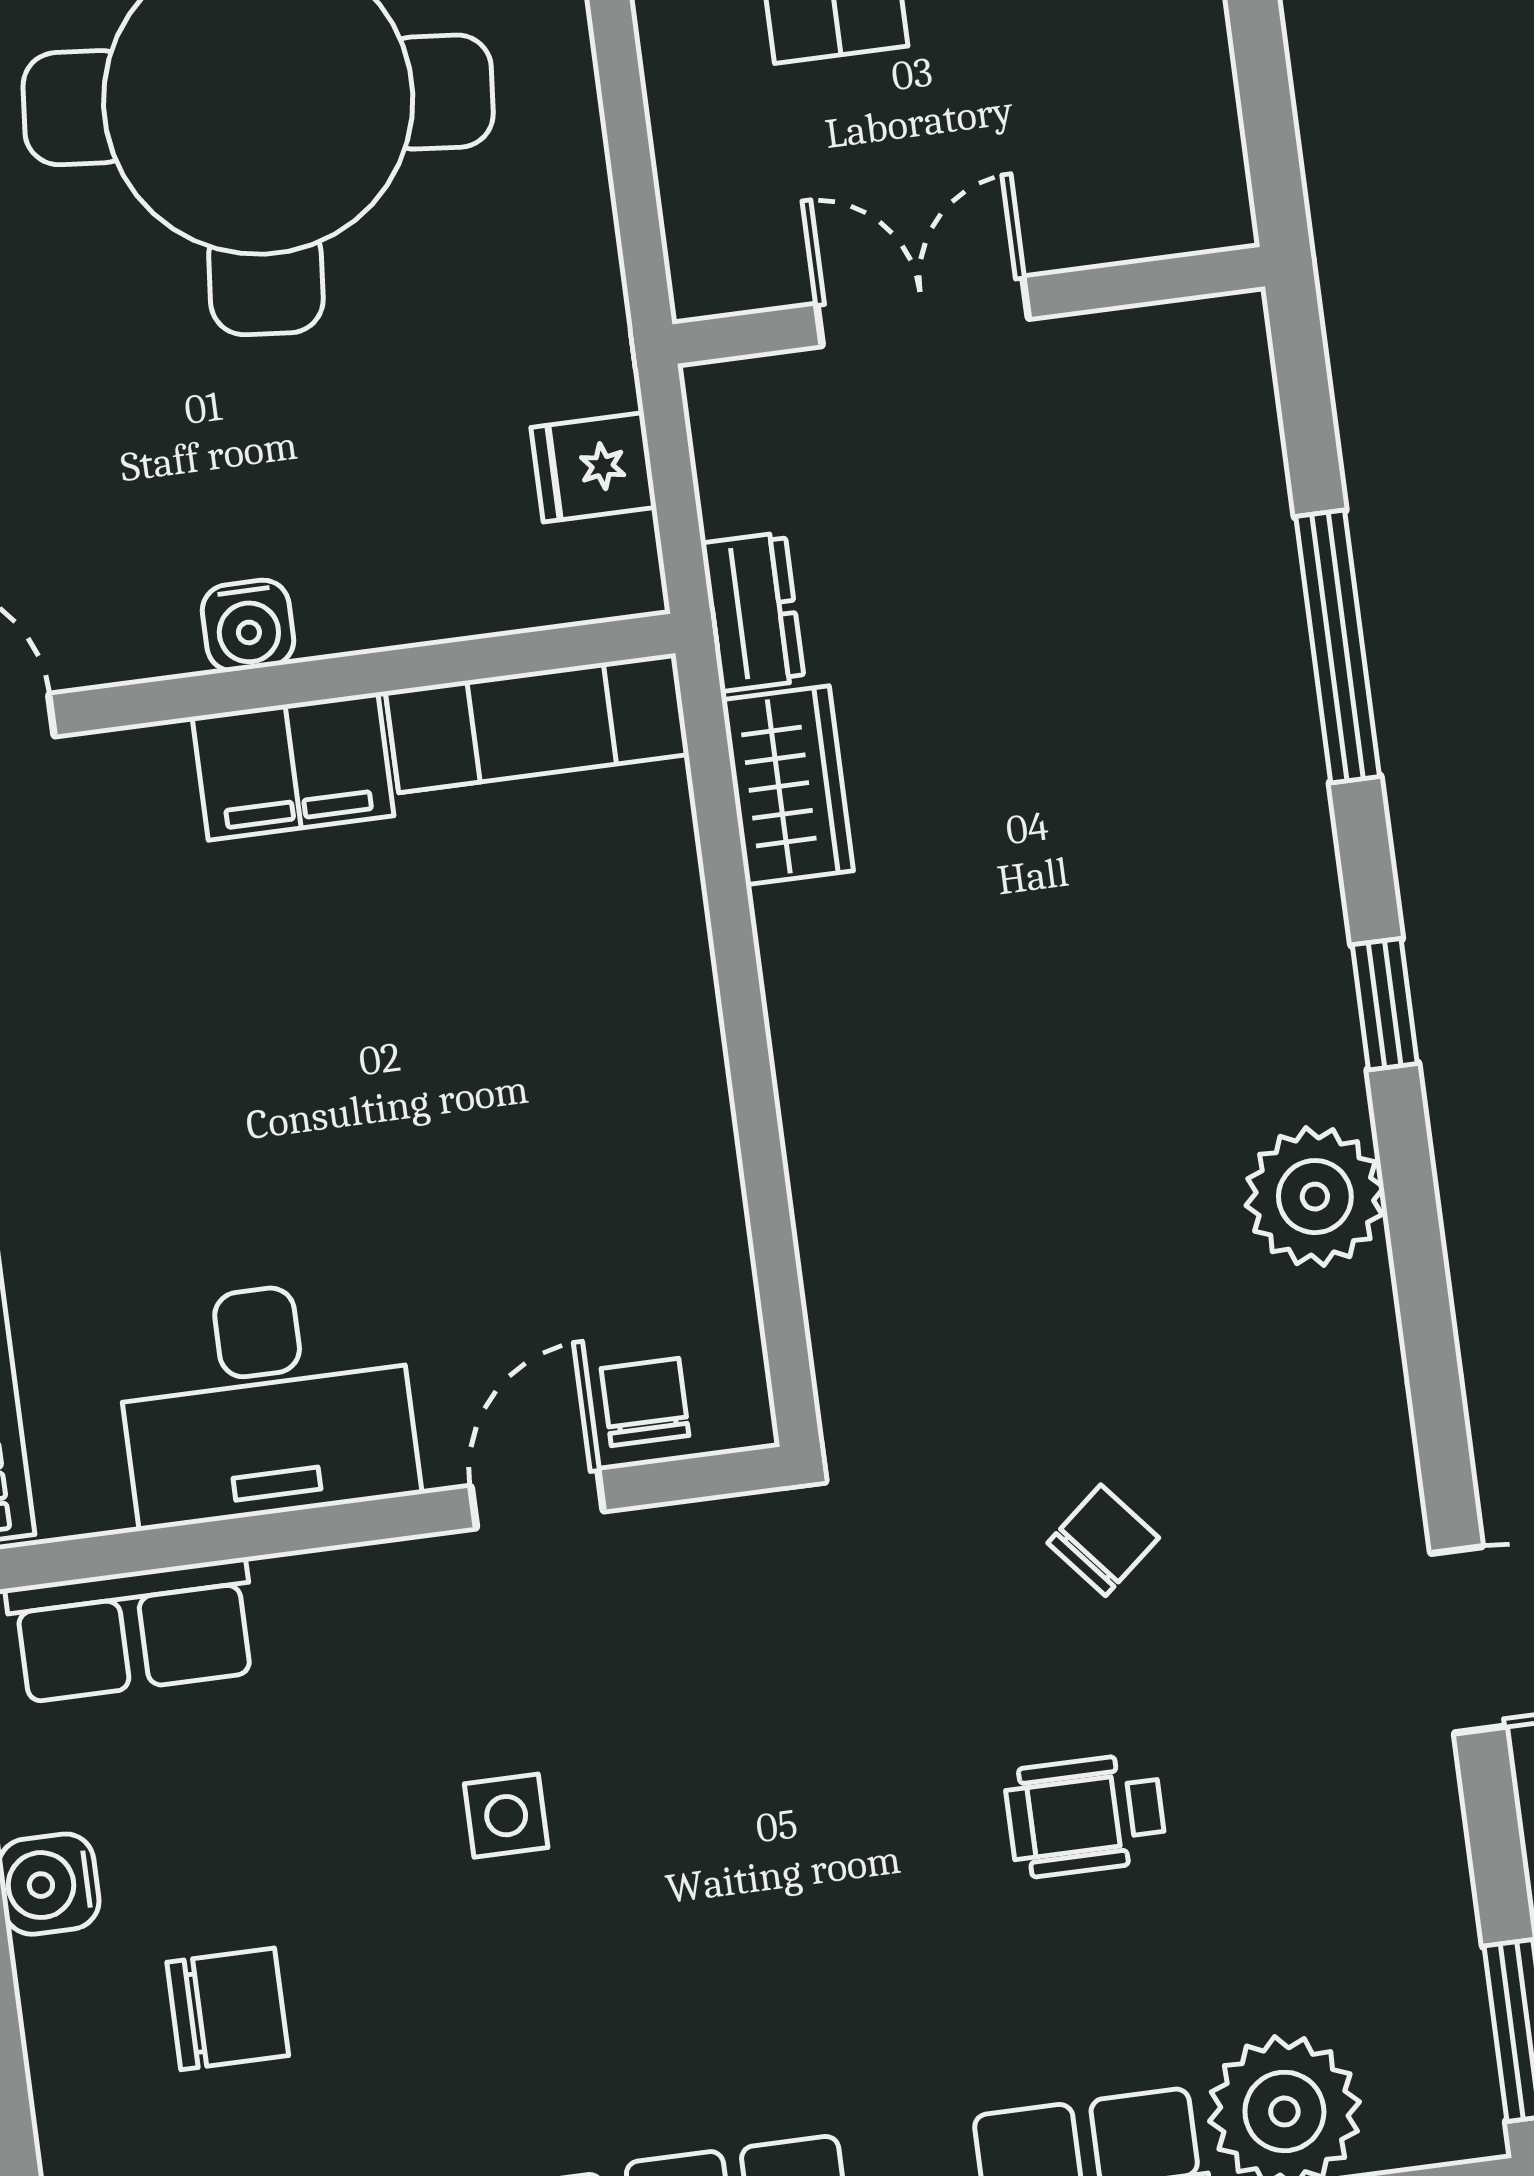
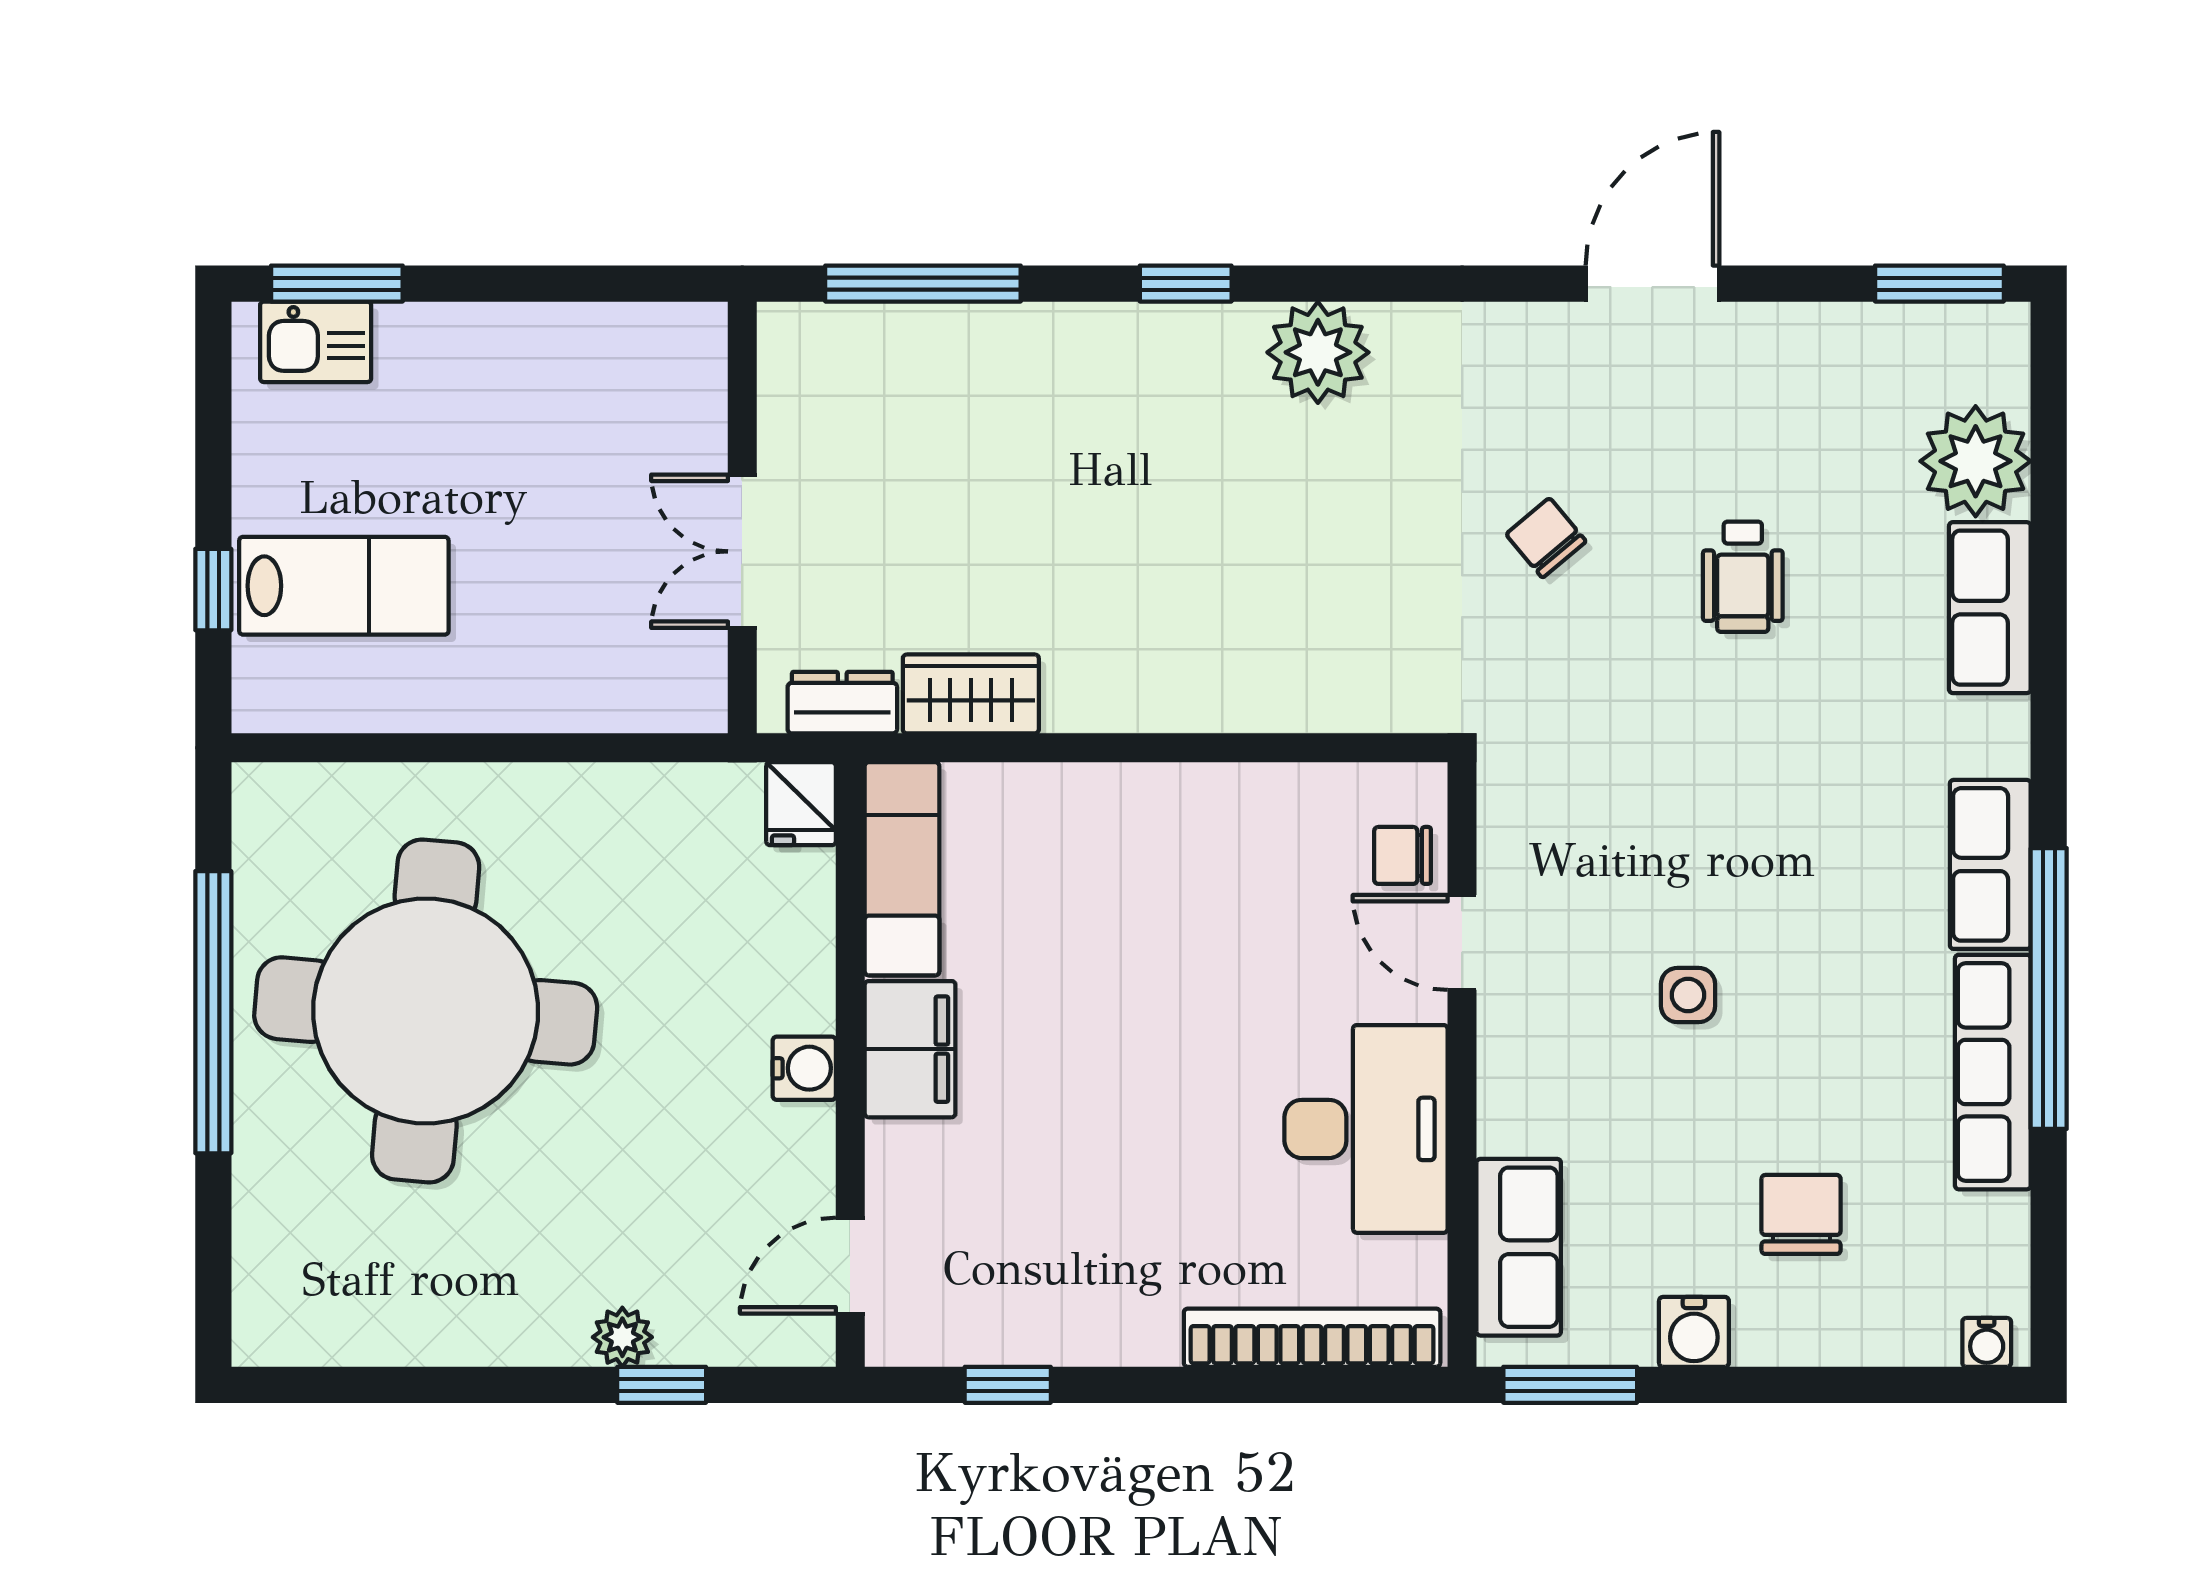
wall: (969, 305) -> (742, 517), moved
double door: (923, 311) -> (742, 551), moved
fridge: (594, 467) -> (801, 804), moved

